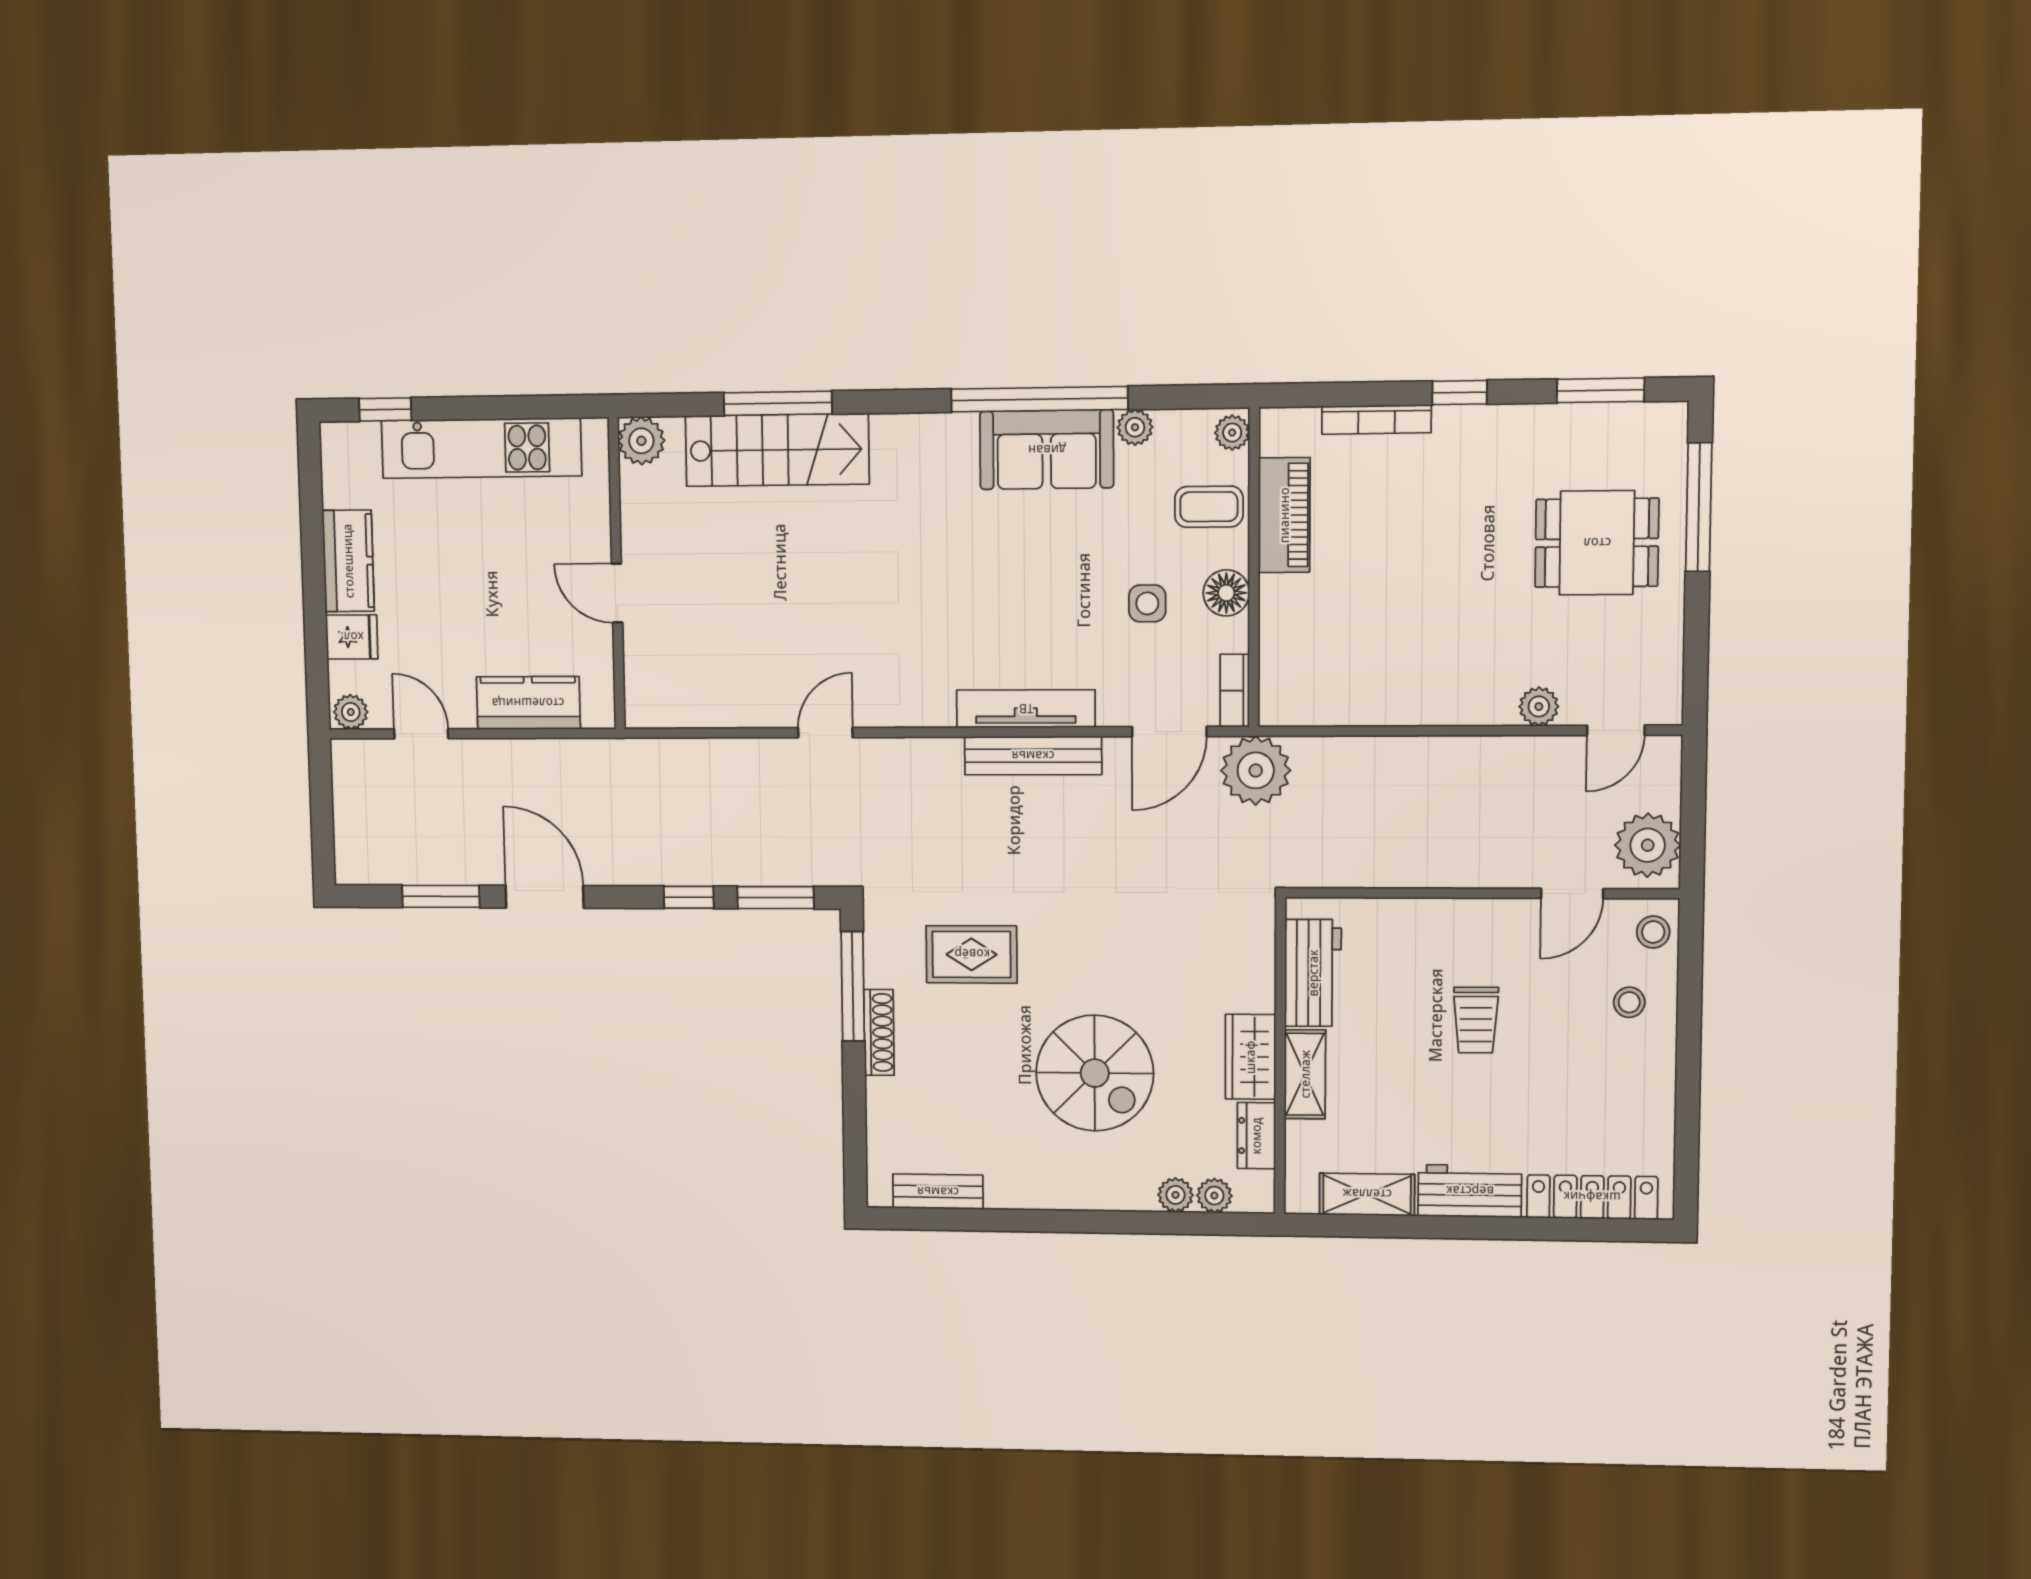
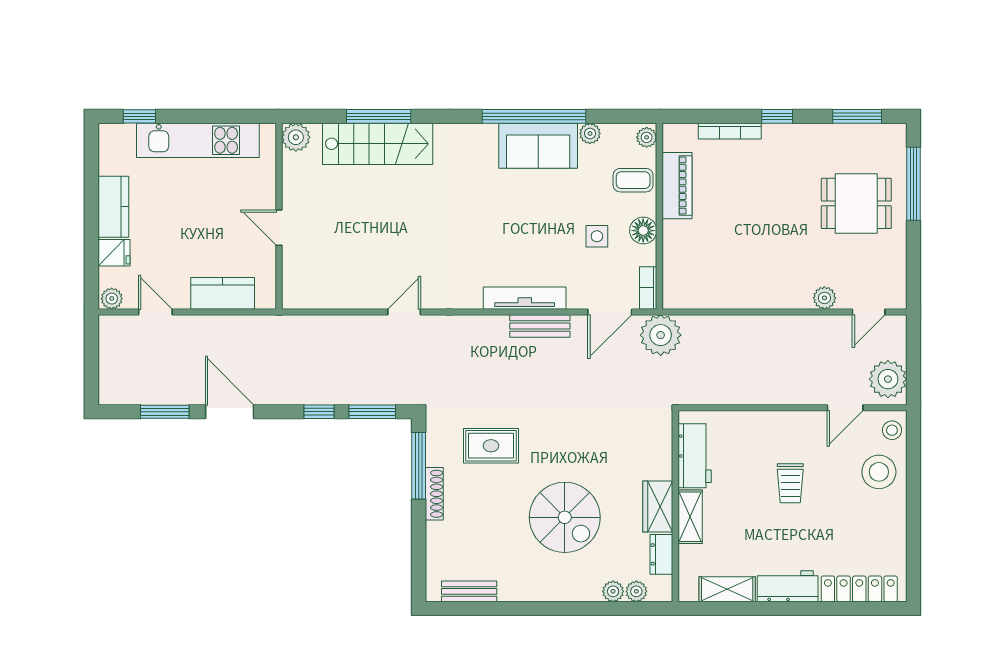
bench: (1033, 756) -> (540, 326), width x0.73
stool: (1629, 1002) -> (879, 472), width x1.89, depth x1.89

